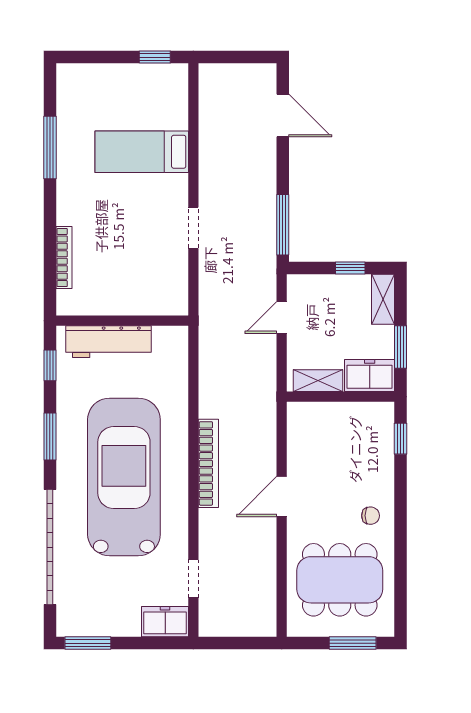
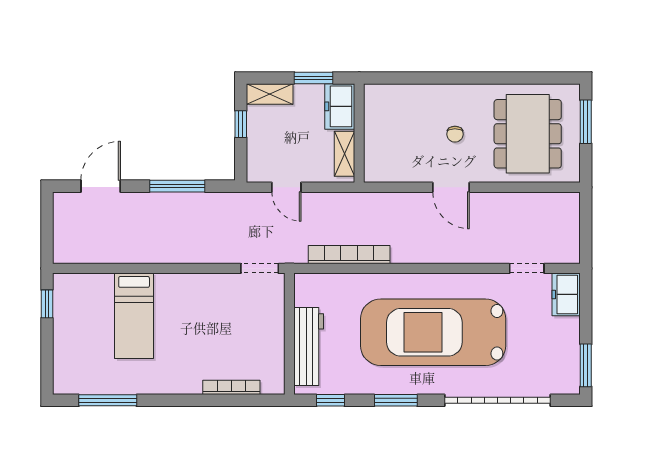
window: (50, 148) -> (108, 400), moved
window: (283, 225) -> (177, 186), moved
doorway: (193, 228) -> (260, 268), moved
window: (401, 439) -> (398, 78), removed
bookcase: (208, 463) -> (349, 255), moved
chair: (371, 516) -> (455, 134), moved, turned 180

